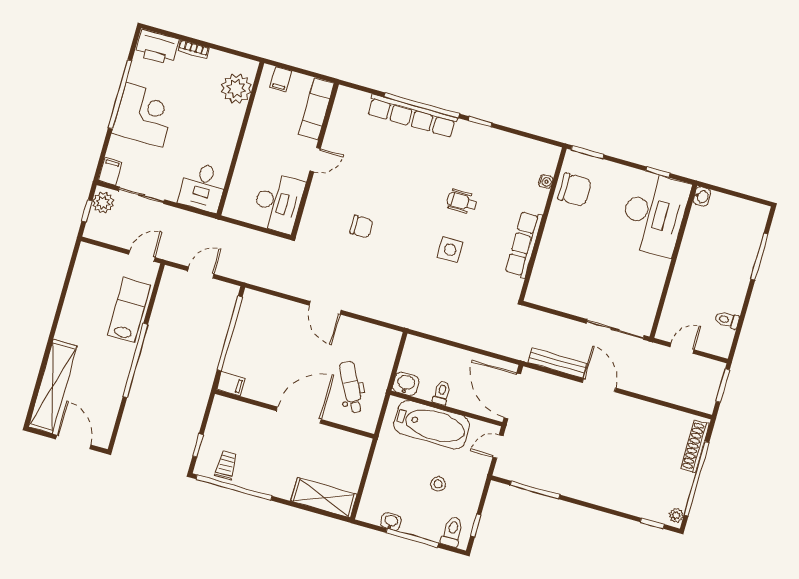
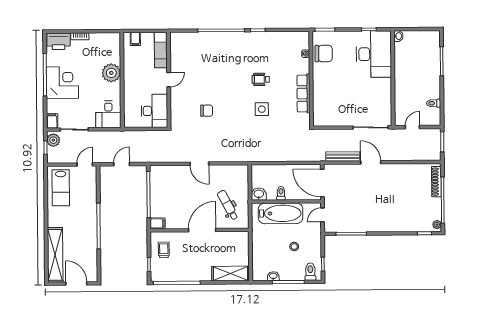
plant: (236, 89) -> (111, 73), moved
row of seats: (412, 116) -> (217, 38), removed
lab bench: (129, 310) -> (61, 188), moved, turned 180
trolley: (226, 465) -> (164, 250), moved

